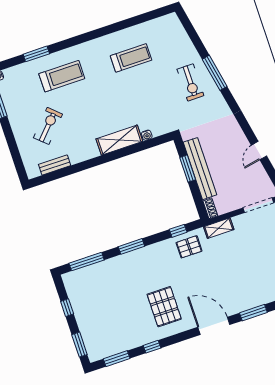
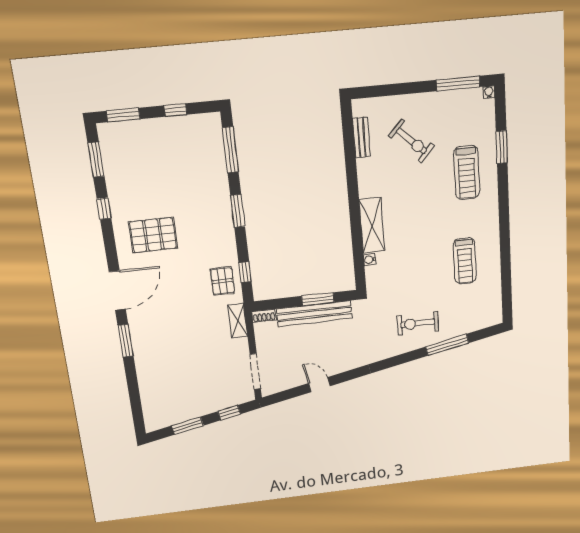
window: (215, 73) -> (447, 345), moved

